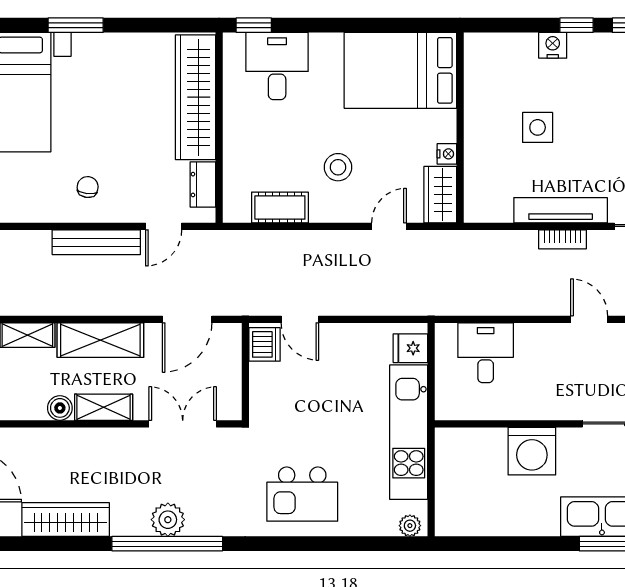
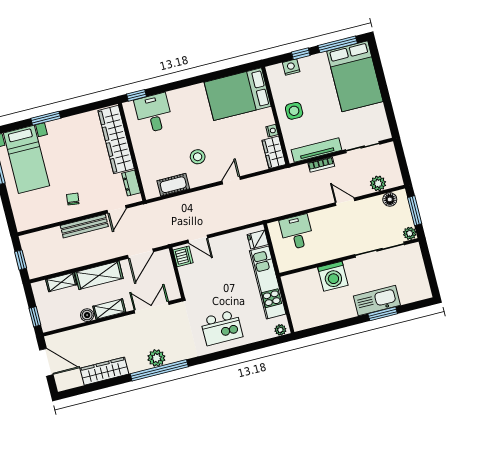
bed: (400, 70) -> (238, 94), moved
wall: (460, 128) -> (275, 116), moved
nightstand: (447, 154) -> (272, 131), moved
wardrobe: (440, 195) -> (274, 152), moved

